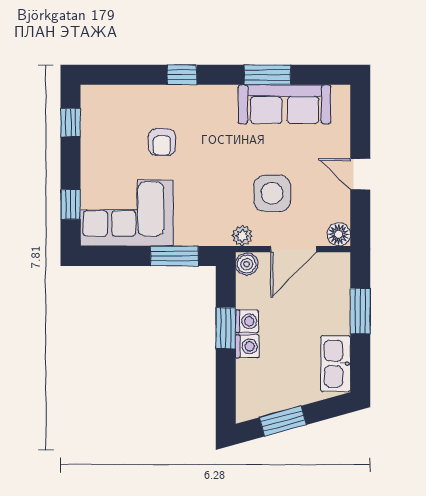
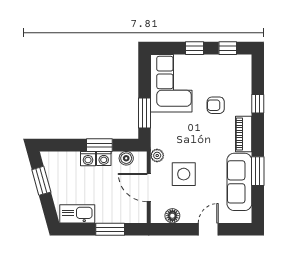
window: (182, 75) -> (258, 104), moved
piano: (208, 97) -> (244, 134), added
door: (360, 174) -> (208, 229), moved
window: (71, 204) -> (195, 48), moved
floor lamp: (339, 234) -> (172, 216), moved
boiler: (247, 264) -> (126, 158), moved

